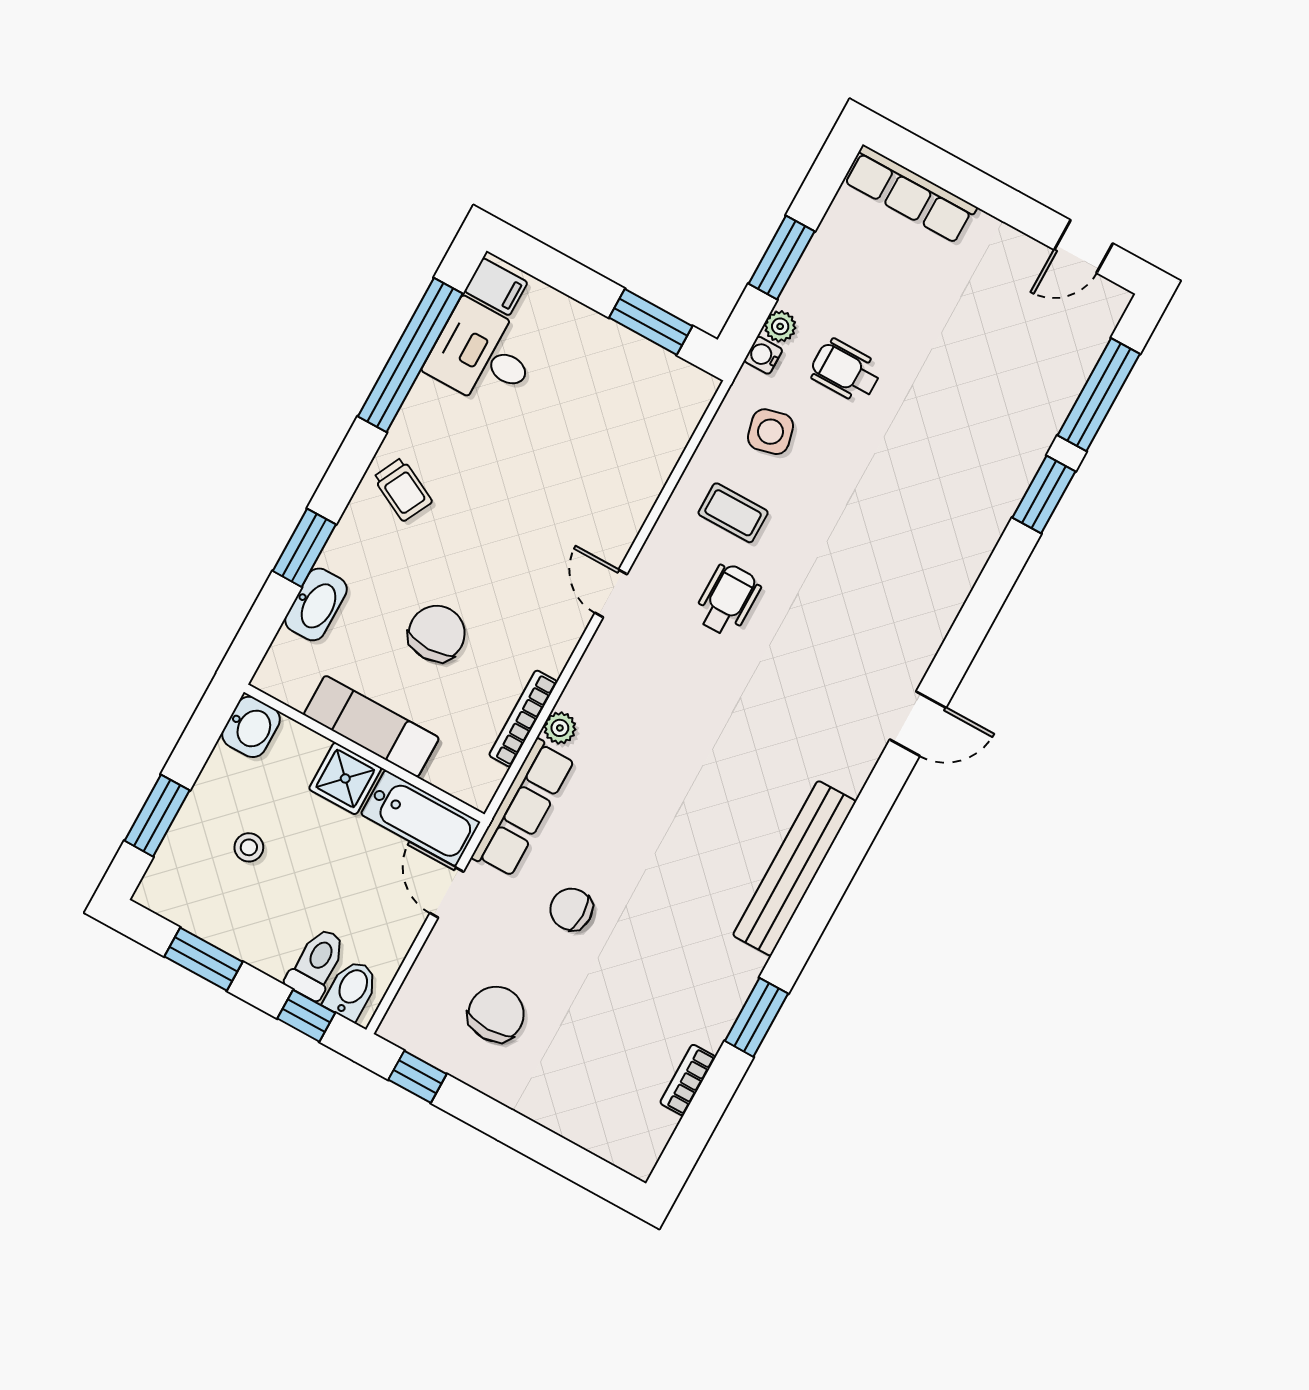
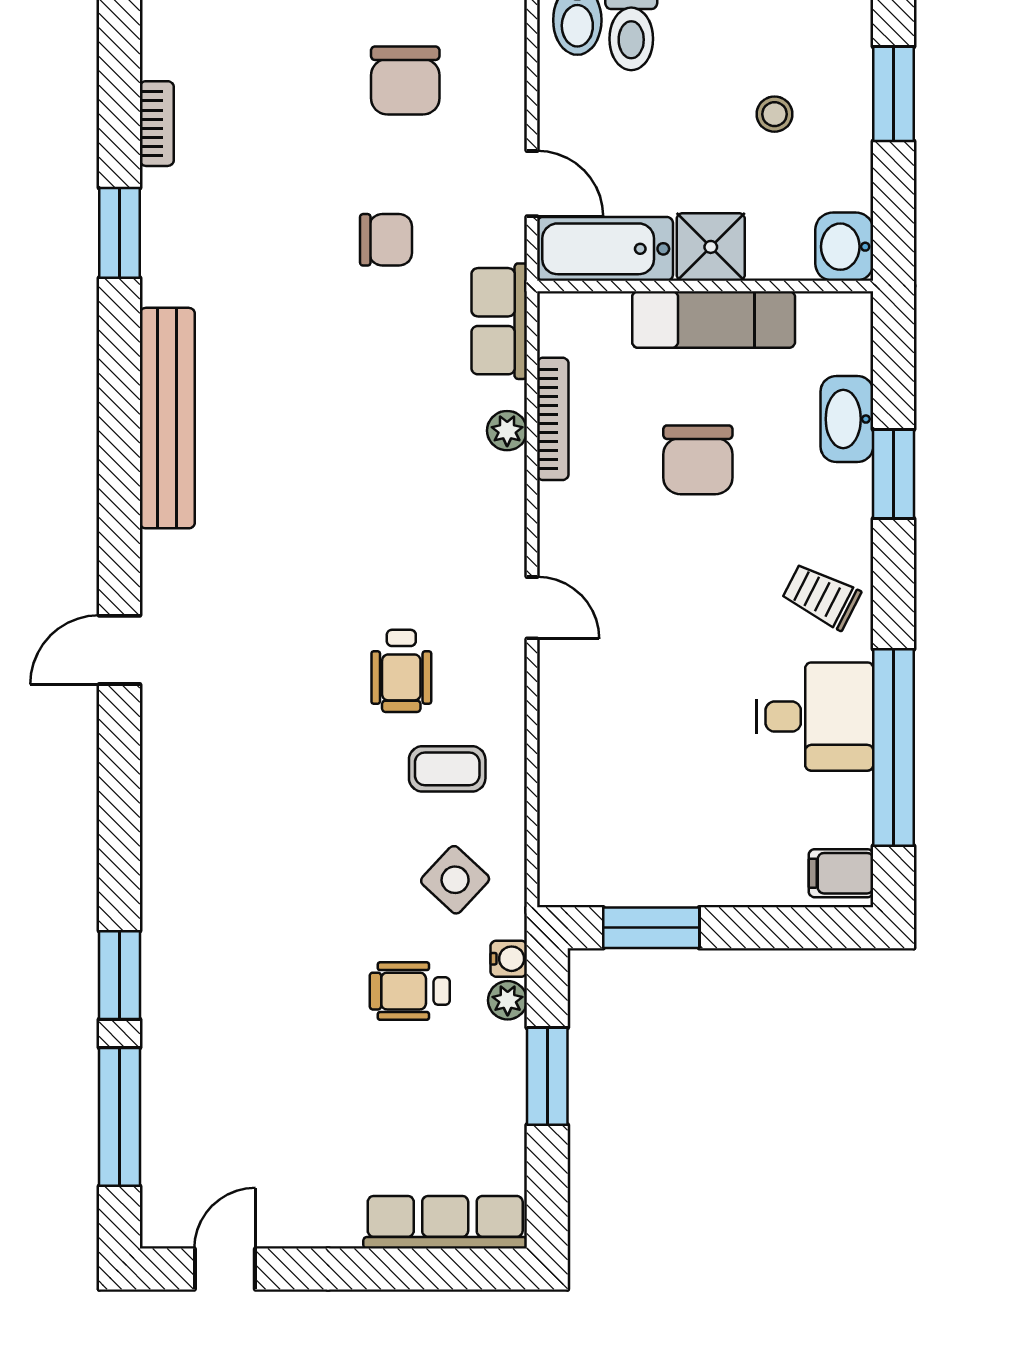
desk: (483, 355) -> (815, 717), moved
wheelchair: (845, 371) -> (410, 991), turned 180
side table: (770, 432) -> (455, 880), turned -33
row of seats: (523, 808) -> (499, 321), width x0.68

